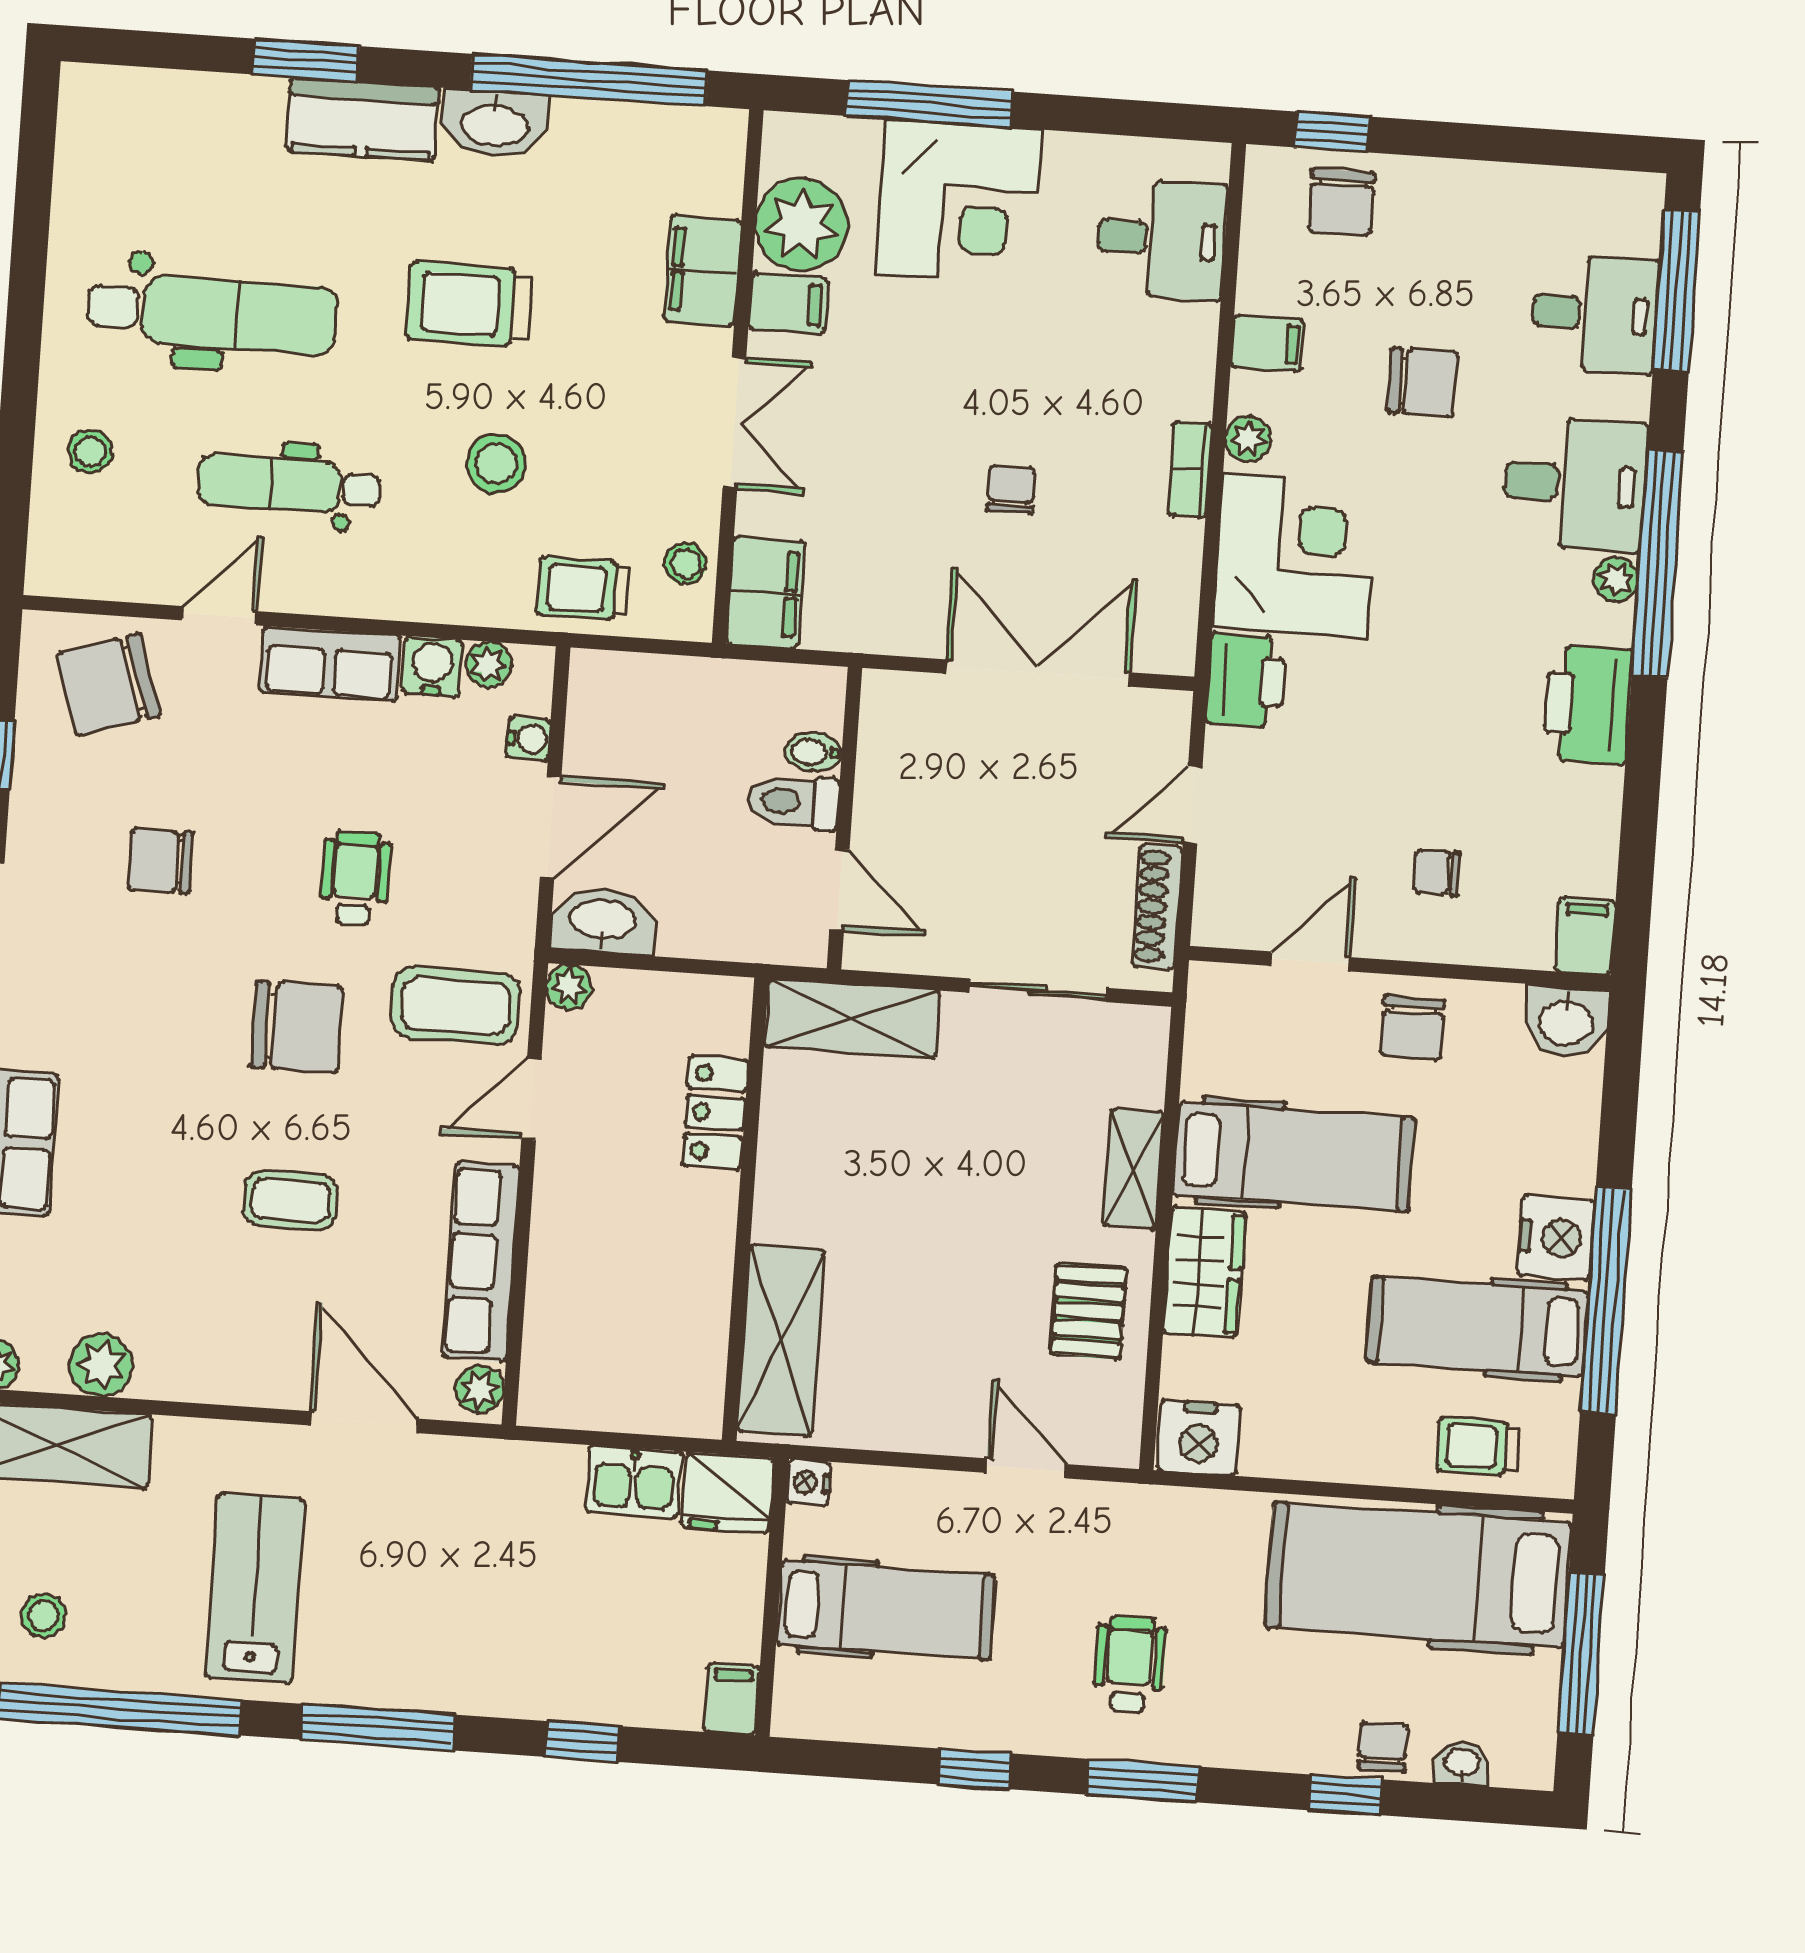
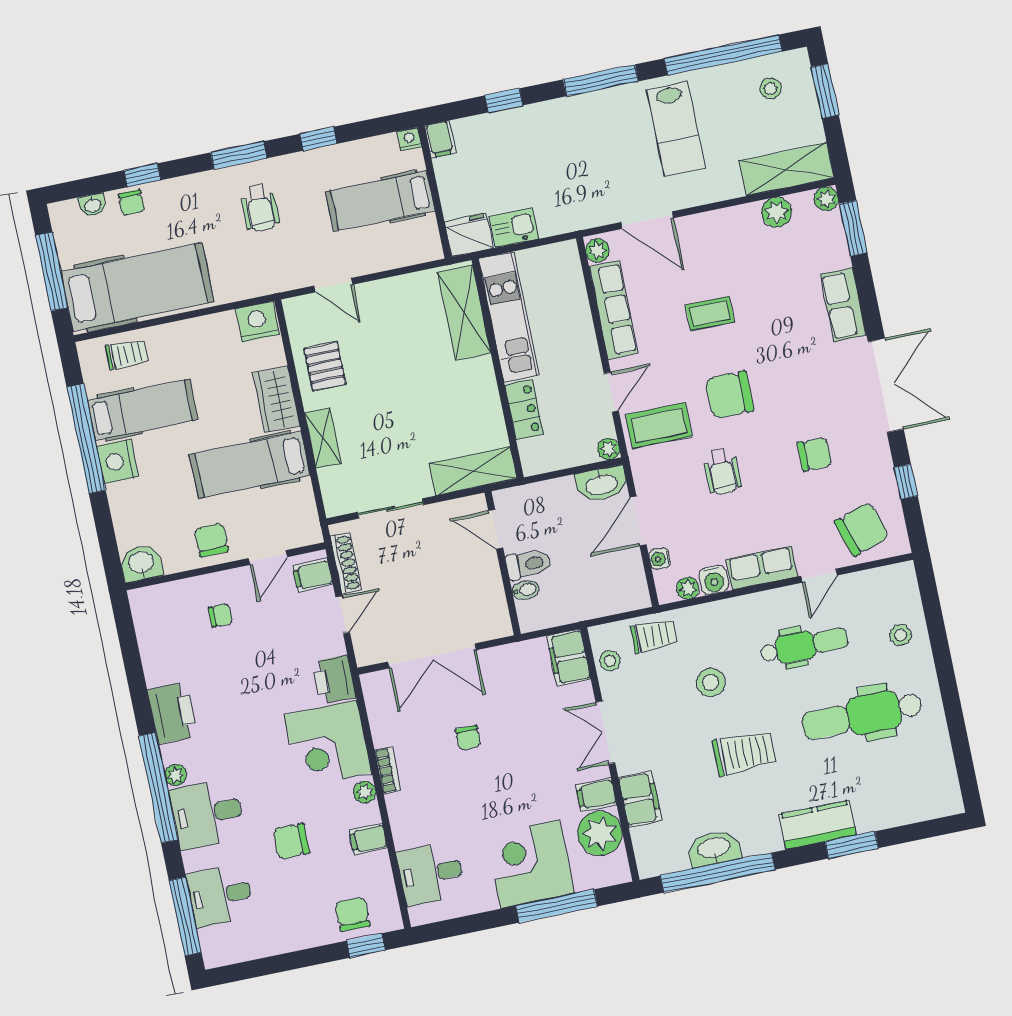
washbasin: (495, 124) -> (714, 849), moved
filing cabinet: (1585, 936) -> (313, 575), moved, turned 90
kitchen unit: (694, 1306) -> (509, 317), added
nightstand: (808, 1483) -> (409, 139), moved, turned -90

